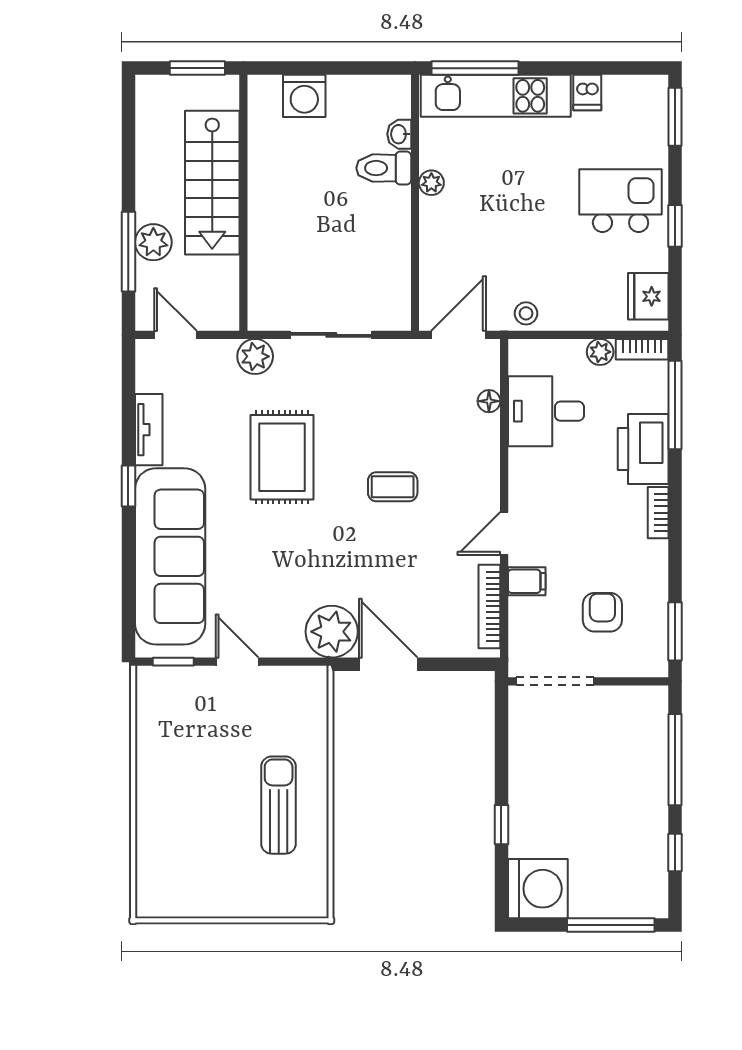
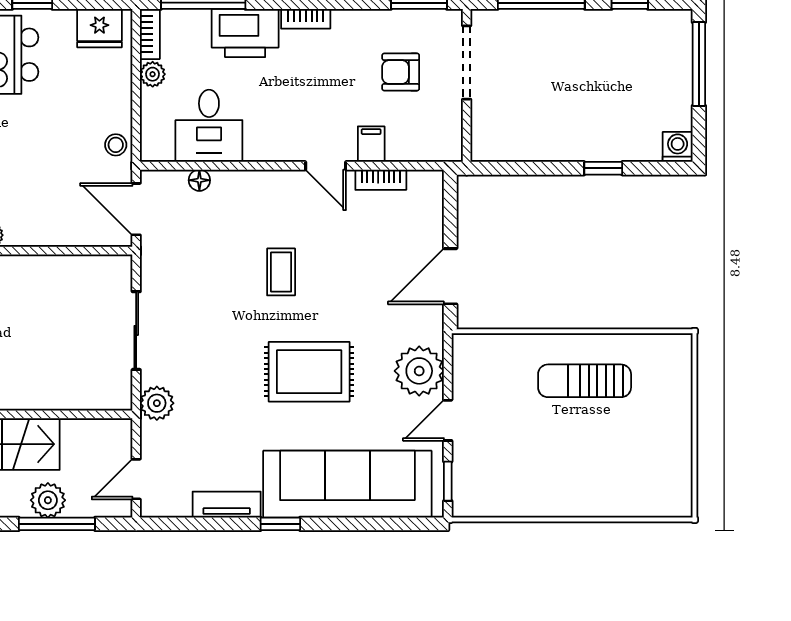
rug: (282, 457) -> (309, 372), moved
bookcase: (489, 606) -> (381, 180), width x0.64
plant: (332, 632) -> (419, 371), moved
doorway: (555, 681) -> (467, 63), moved
washing machine: (538, 889) -> (678, 147), width x0.53, depth x0.53

